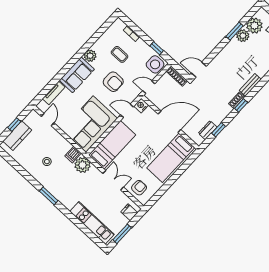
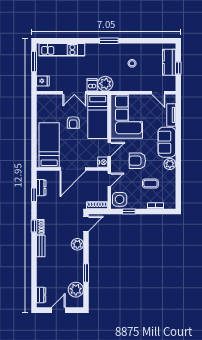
plant: (243, 36) -> (77, 244), moved
dishwasher: (73, 155) -> (92, 85), moved
armchair: (139, 188) -> (73, 122), moved

